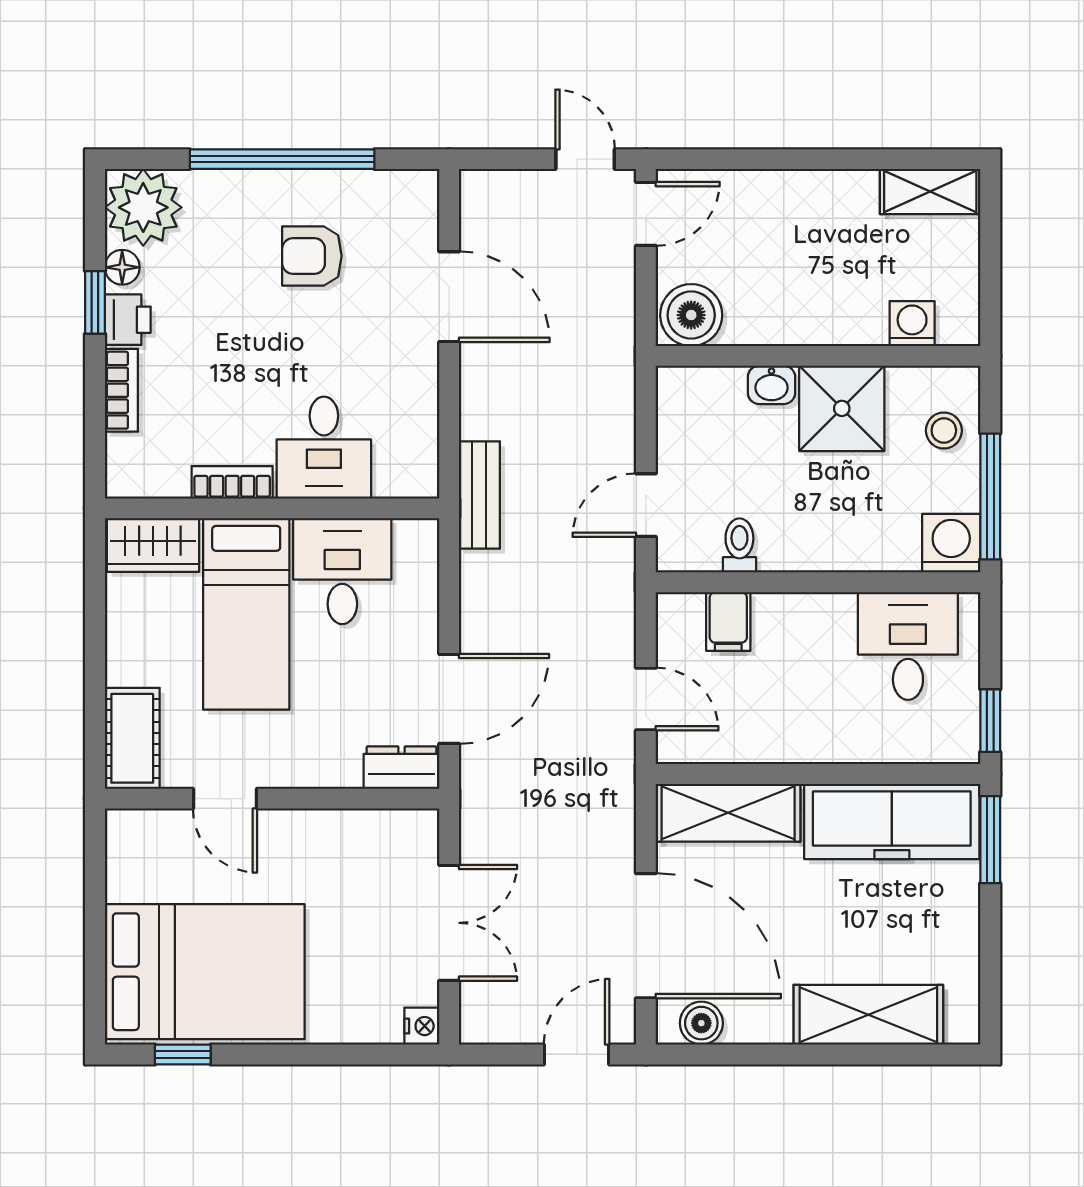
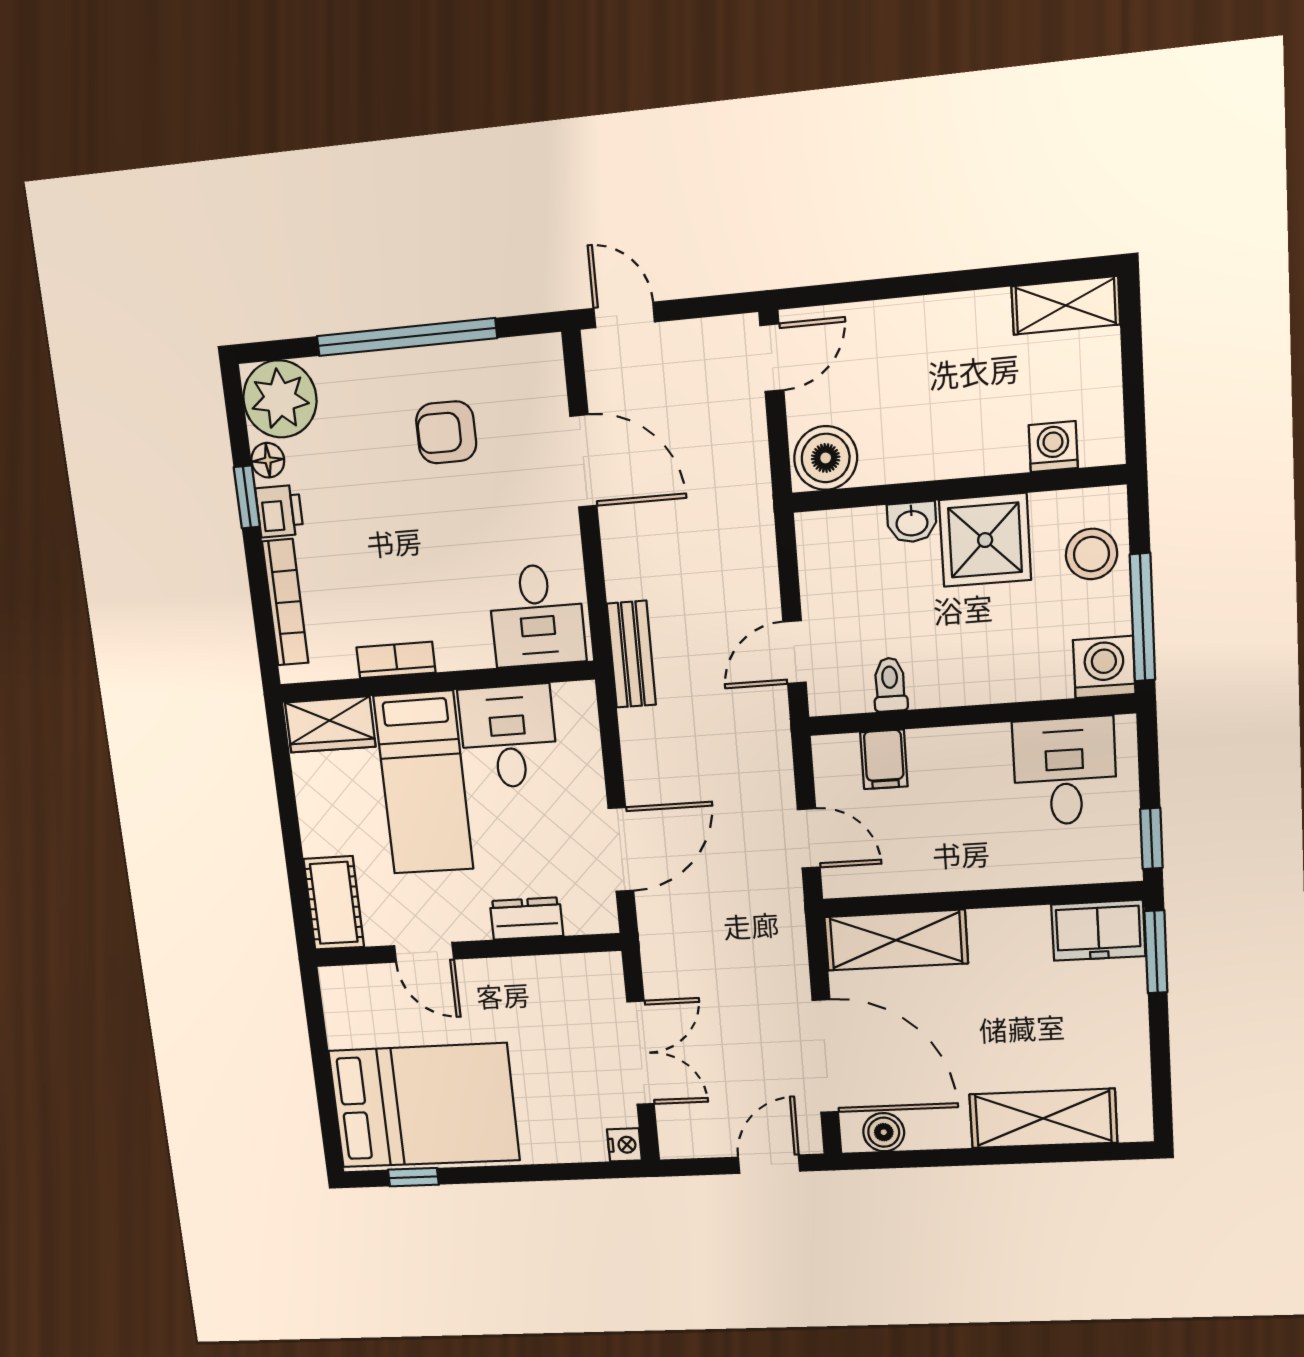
door: (585, 159) -> (624, 315), moved
bookcase: (121, 390) -> (285, 602), width x1.56
stool: (944, 430) -> (1091, 554), width x1.37, depth x1.37
desk: (324, 448) -> (537, 615), moved
dresser: (401, 768) -> (526, 919), moved
freezer: (892, 821) -> (1098, 930), width x0.52, depth x0.79

